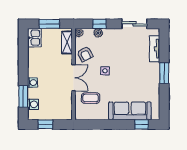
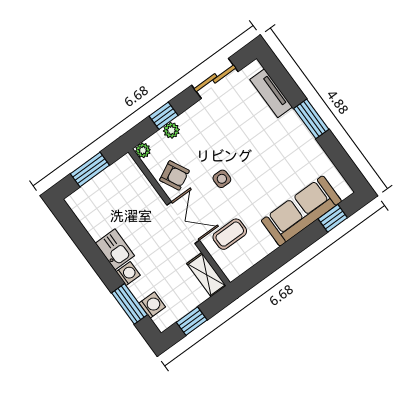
kitchen sink: (34, 38) -> (115, 249), moved
shelving: (67, 42) -> (206, 275), moved

